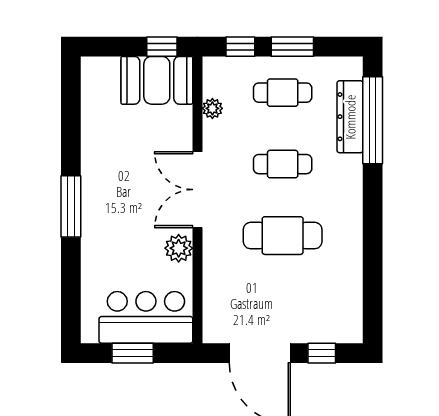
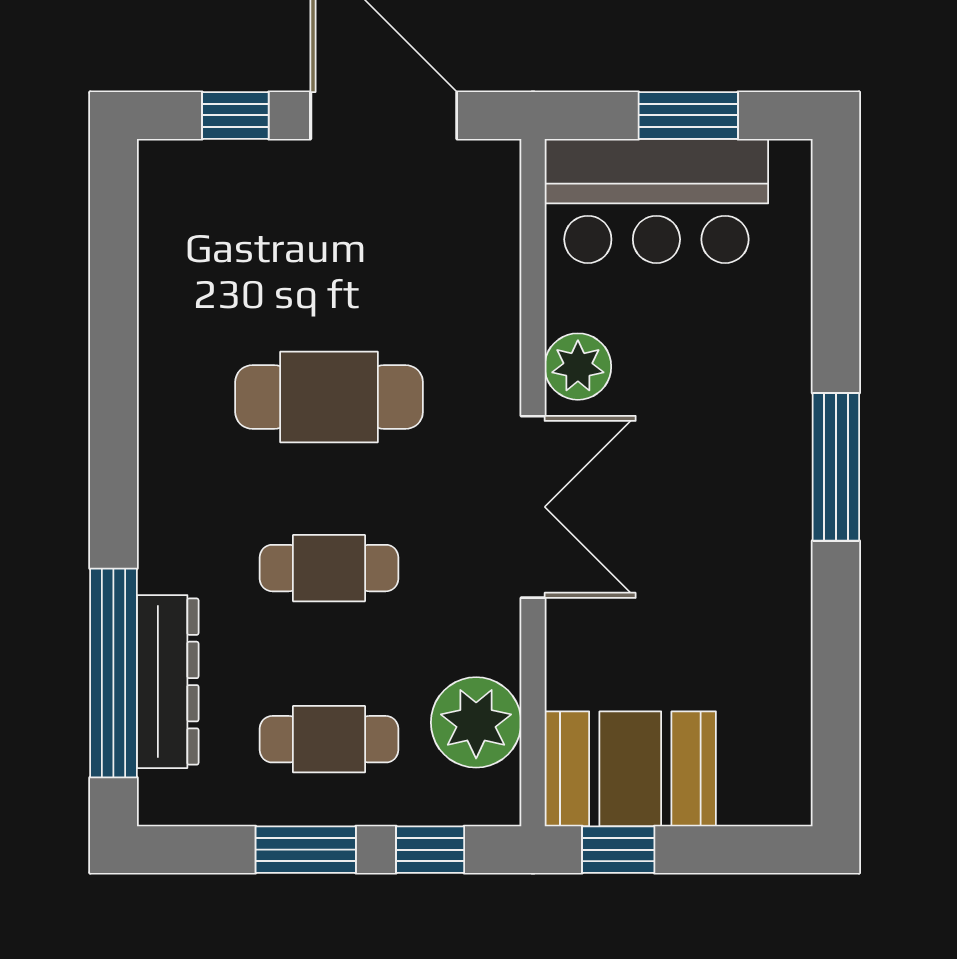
plant: (212, 108) -> (476, 722), width x1.88, depth x1.88

